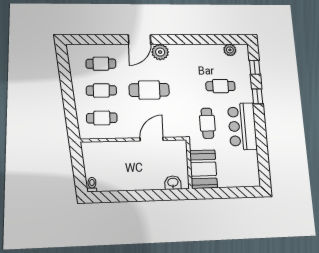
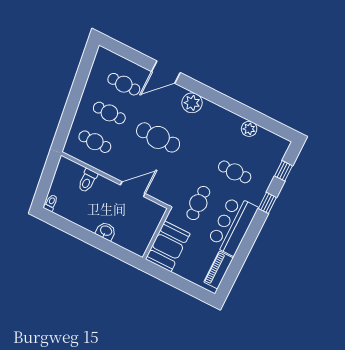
door: (140, 40) -> (166, 72), moved
plant: (230, 50) -> (249, 129), moved
toilet: (112, 151) -> (87, 181), added
piano: (252, 166) -> (219, 270), added
washbasin: (173, 183) -> (106, 231), moved

